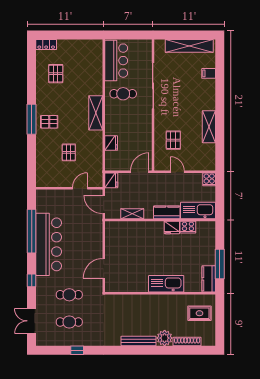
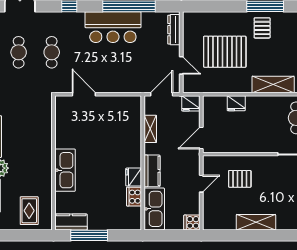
pallet: (69, 152) -> (225, 52), width x2.05, depth x2.00
door: (140, 172) -> (201, 138), swing flipped
dresser: (51, 194) -> (174, 30), added
bar counter: (49, 244) -> (113, 27), width x0.73

